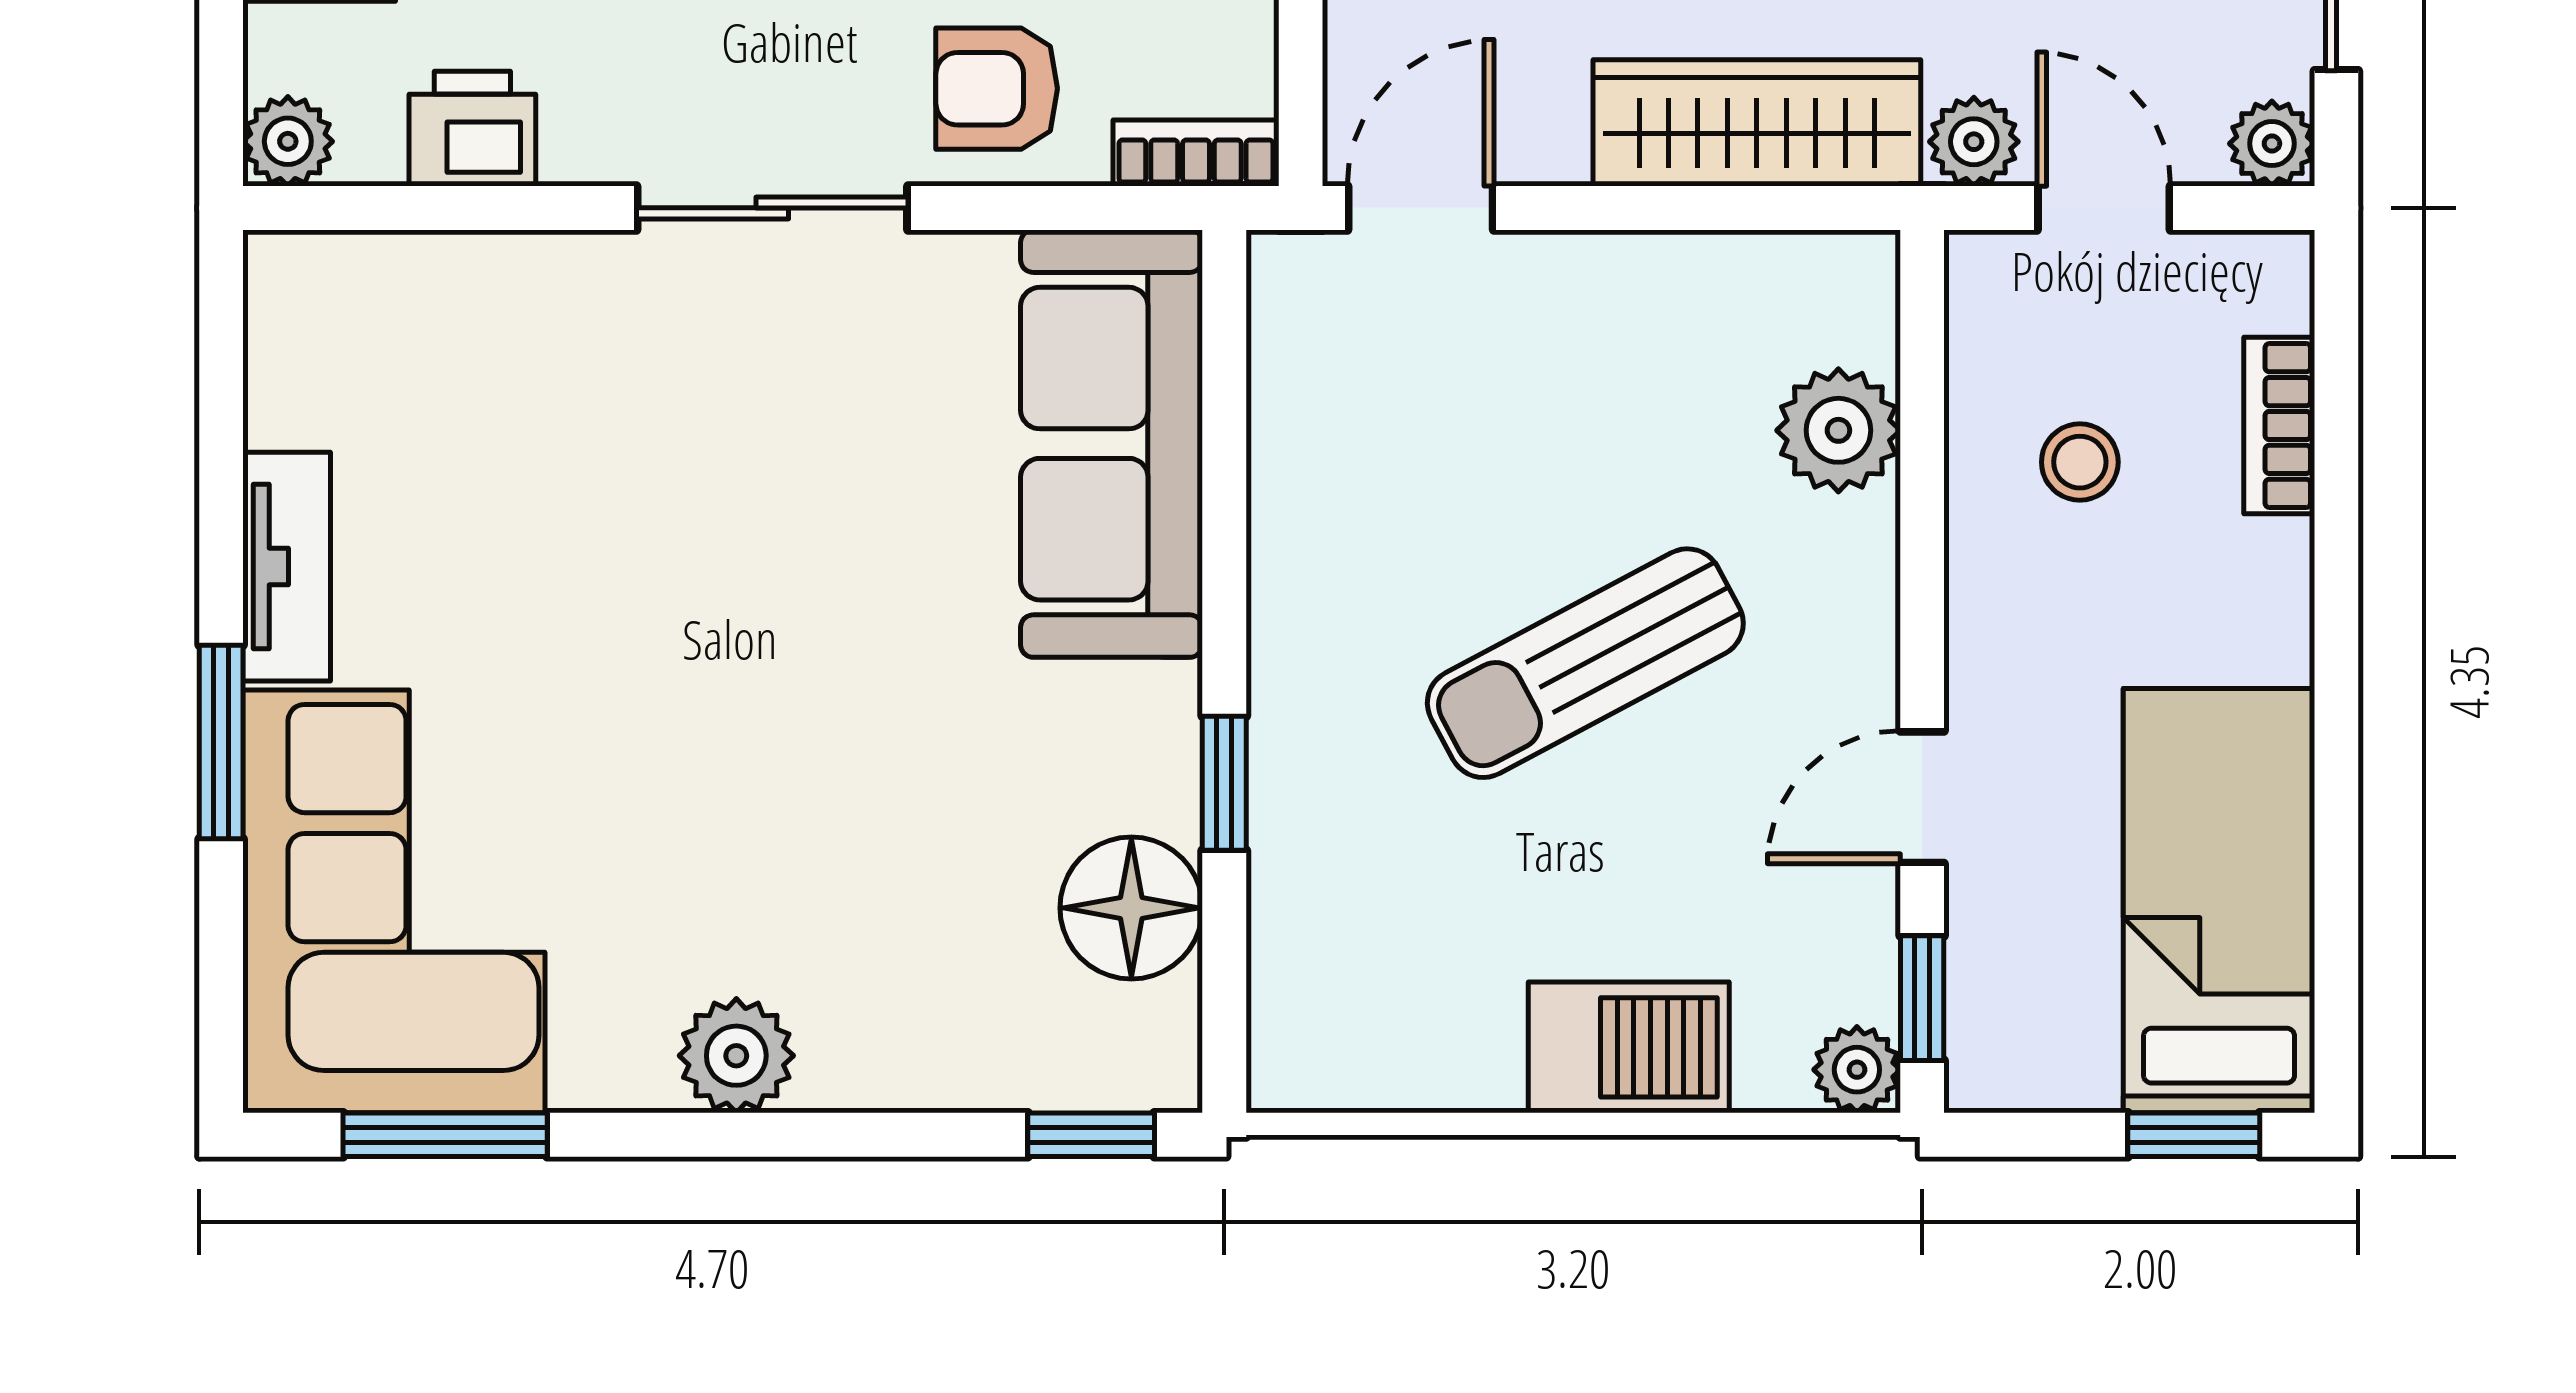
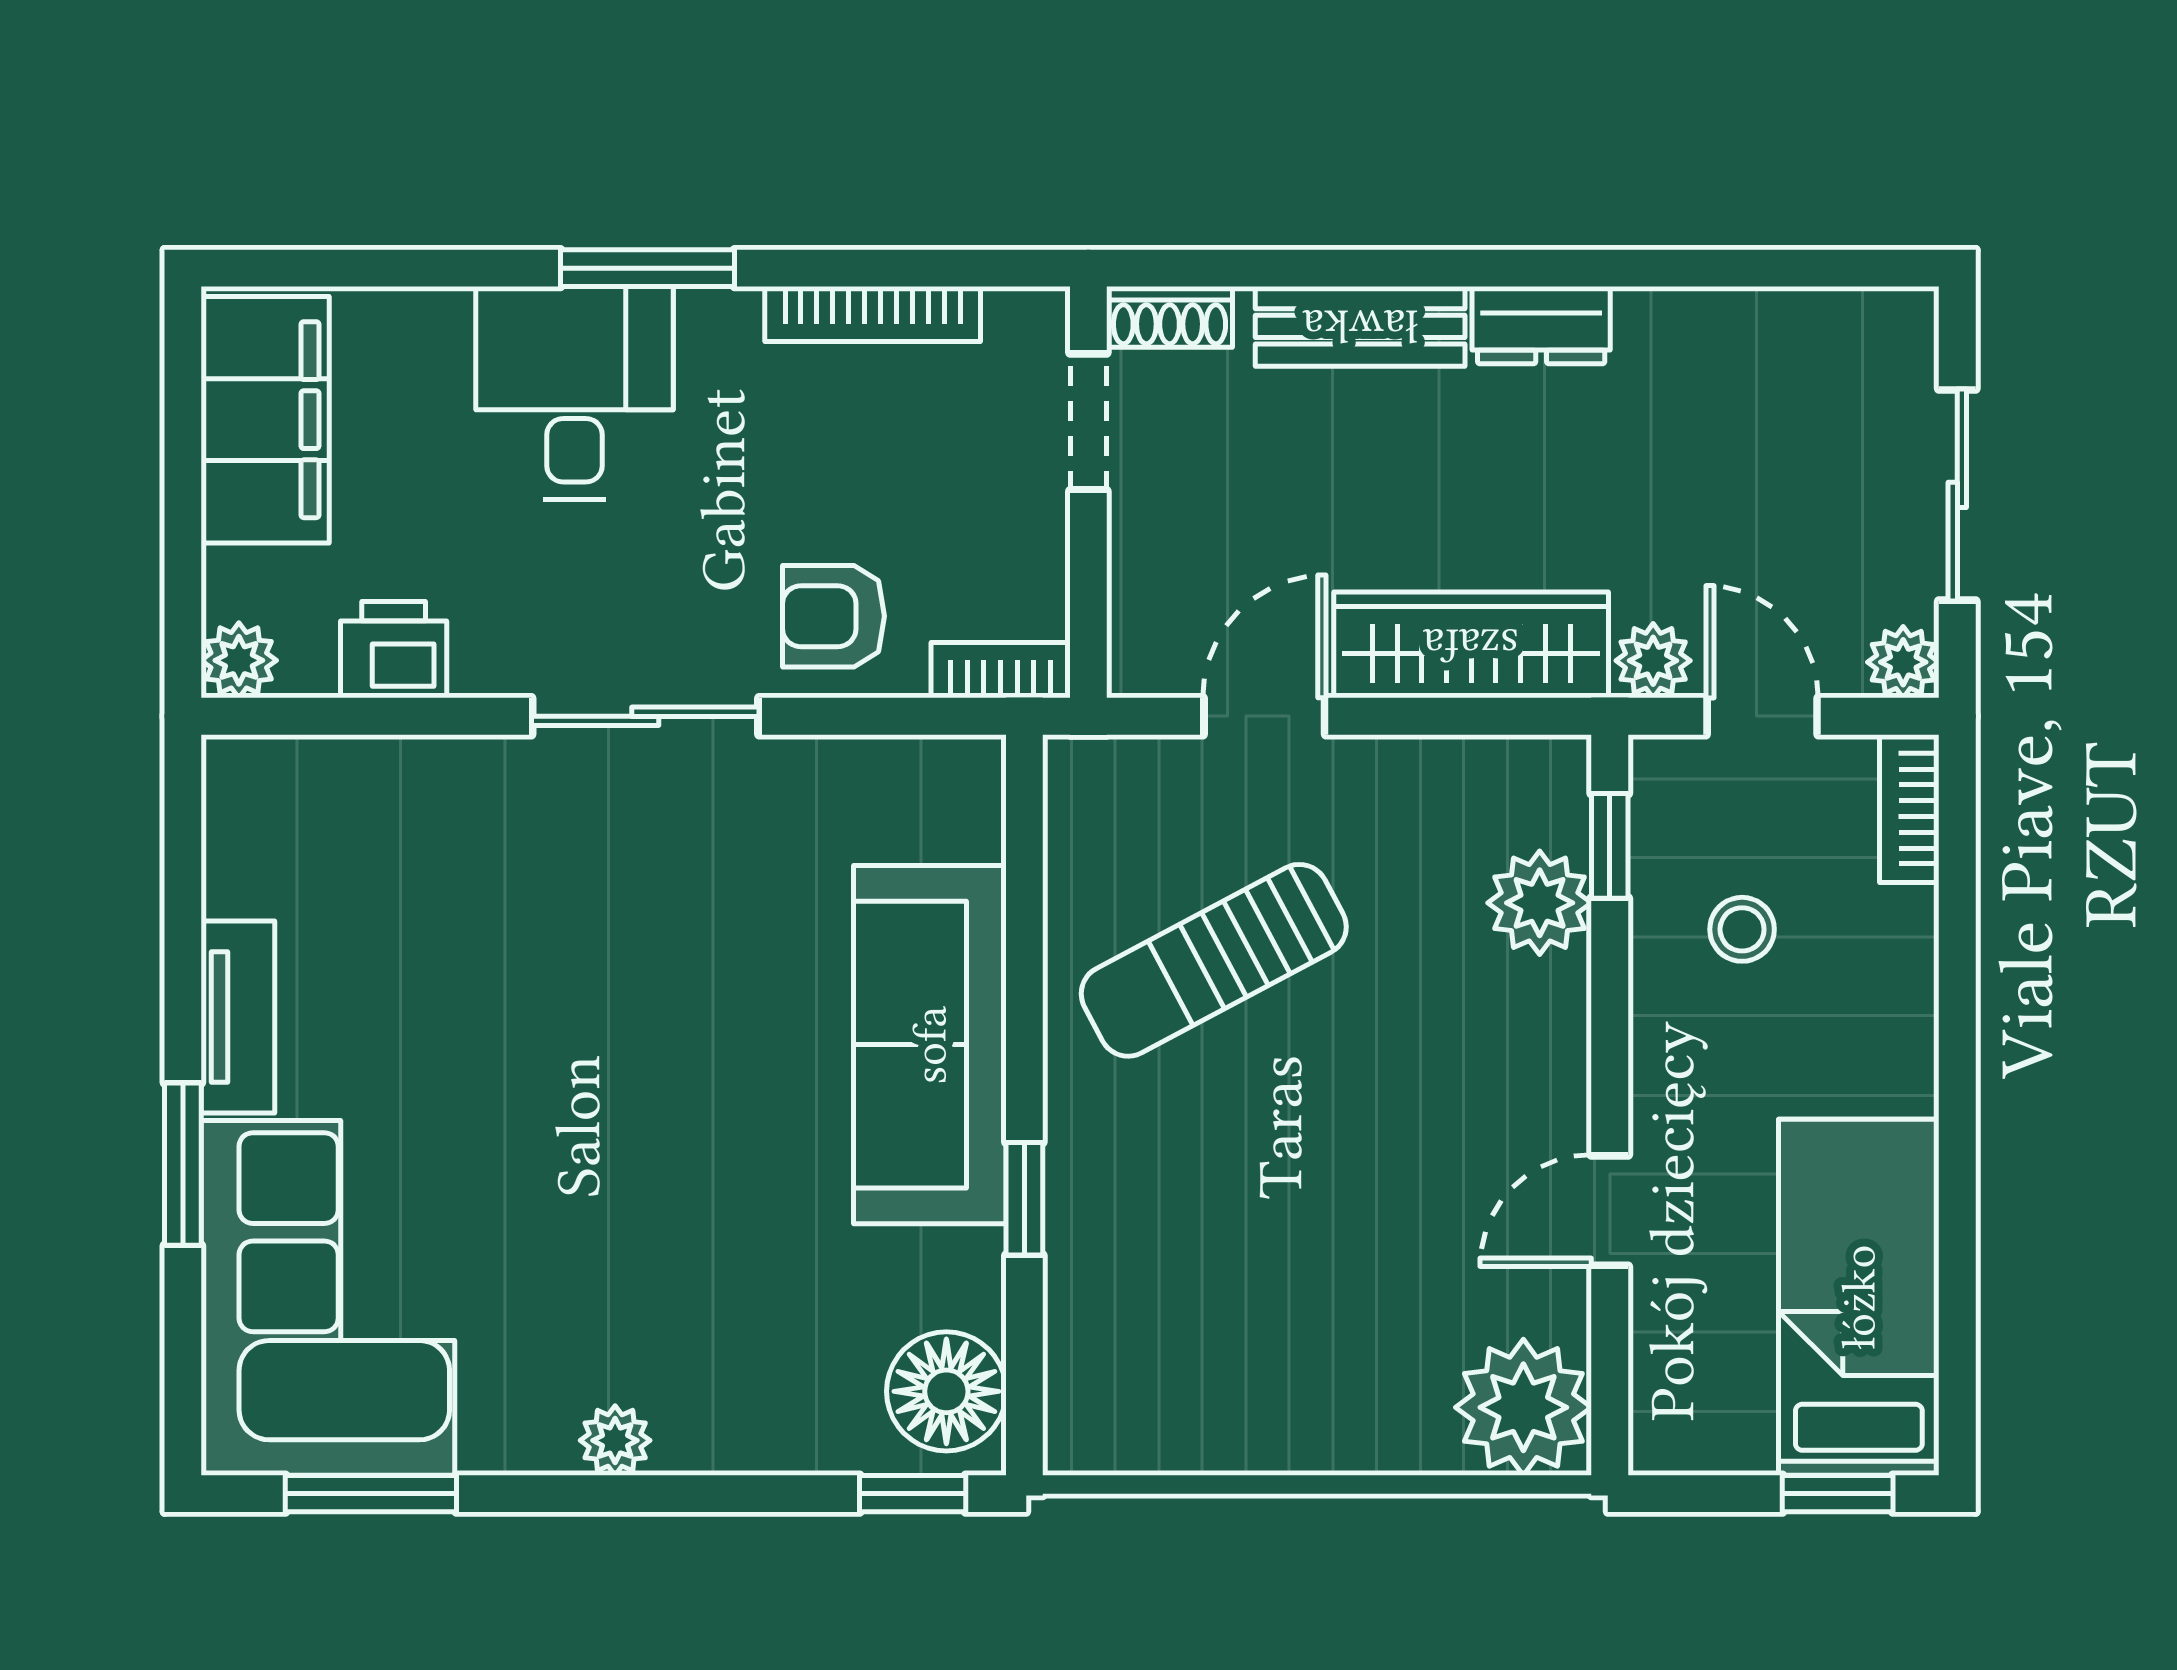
door: (1421, 208) -> (1264, 716), moved
bookcase: (2279, 425) -> (1909, 809), moved
sofa: (1112, 444) -> (930, 1045), moved
sun lounger: (1585, 663) -> (1214, 960), moved
floor lamp: (1131, 908) -> (946, 1391), moved
window: (1922, 998) -> (1610, 846), moved
barbecue: (1629, 1047) -> (1364, 1420), removed
plant: (736, 1056) -> (615, 1440), width x0.73, depth x0.73
plant: (1857, 1070) -> (1523, 1407), width x1.87, depth x1.87

